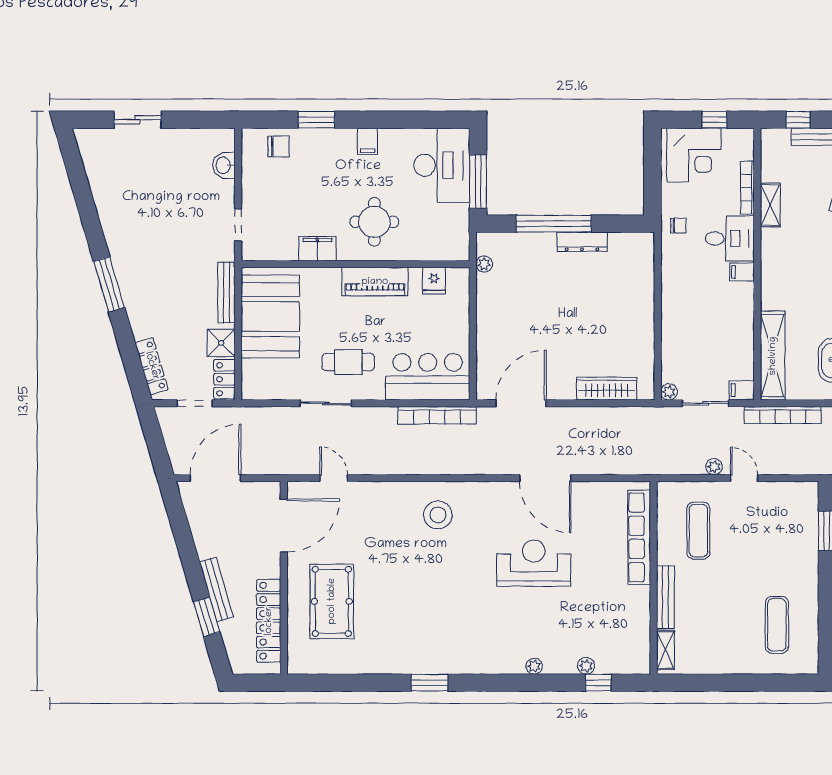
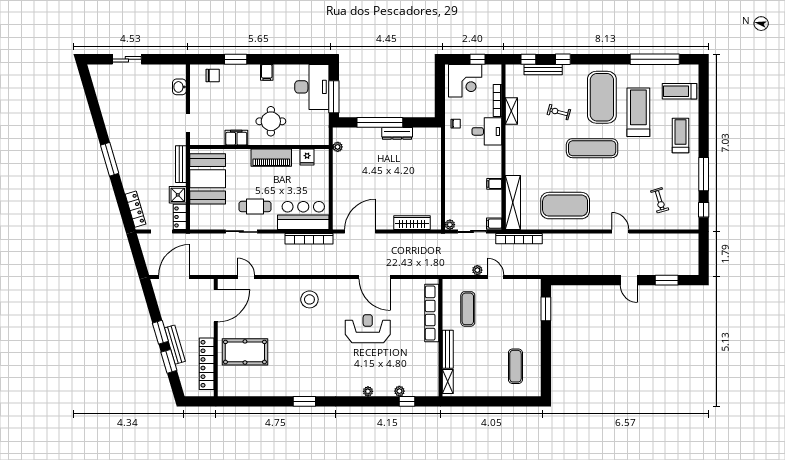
filing cabinet: (742, 272) -> (494, 184), moved
window: (193, 569) -> (160, 332), added
pool table: (332, 601) -> (245, 352), turned 90

